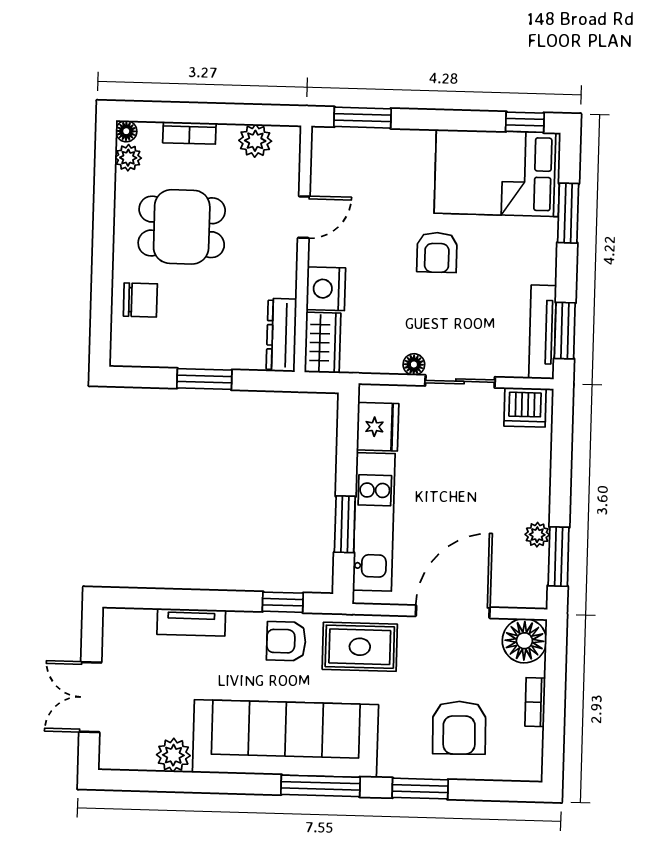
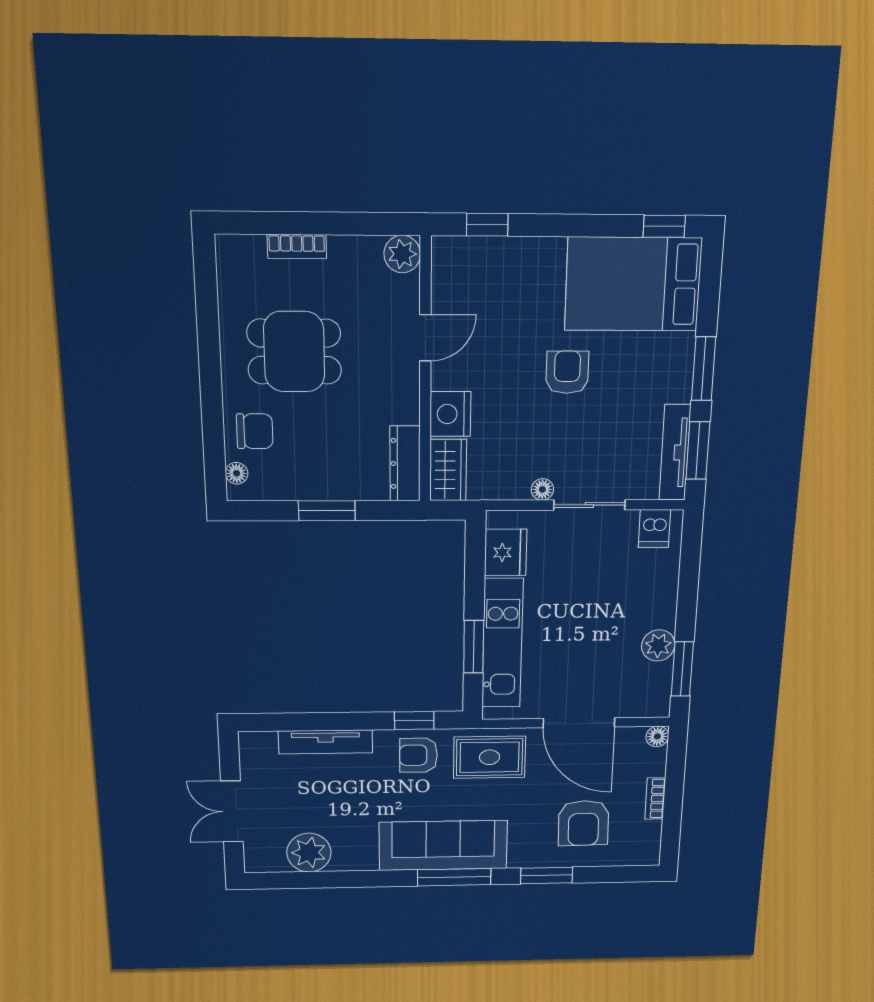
window: (363, 118) -> (487, 225), width x0.67
floor lamp: (126, 131) -> (237, 473), moved
plant: (255, 141) -> (402, 254), moved
plant: (128, 158) -> (231, 276), removed
window: (568, 213) -> (704, 369), moved
armchair: (437, 252) -> (567, 372), turned 180
dishwasher: (525, 407) -> (654, 529), width x0.73
plant: (537, 535) -> (658, 645), width x1.38, depth x1.38
door: (453, 612) -> (579, 723), swing flipped
tv unit: (191, 622) -> (326, 742), width x1.41
floor lamp: (524, 641) -> (657, 736), width x0.53, depth x0.53
sofa: (285, 739) -> (443, 845), width x0.74, depth x0.79
plant: (173, 755) -> (309, 853), width x1.36, depth x1.36

